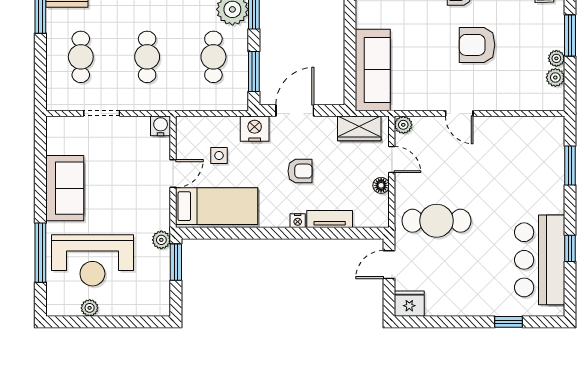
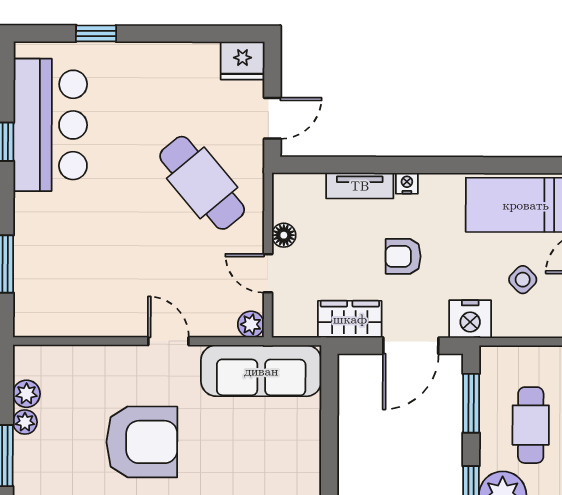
armchair: (477, 45) -> (142, 442), width x1.36, depth x1.36
sofa: (373, 70) -> (261, 371), moved, turned -90
wardrobe: (359, 128) -> (350, 319), moved
side table: (219, 156) -> (523, 280), turned 45
cafe table: (436, 221) -> (202, 183), turned 50

